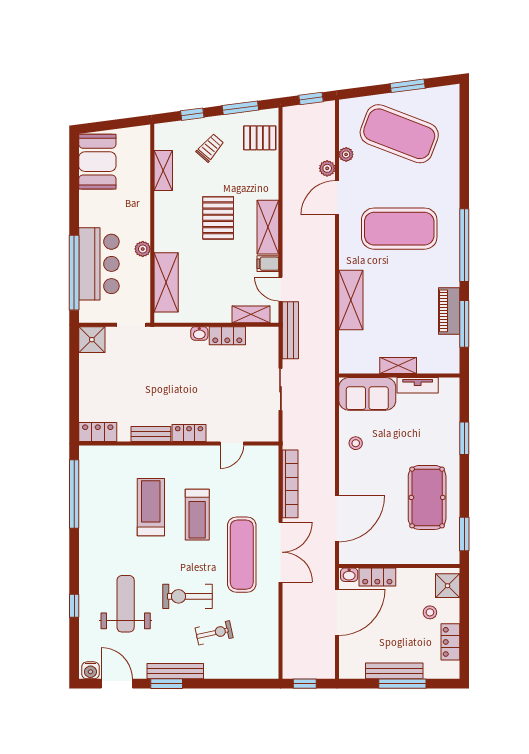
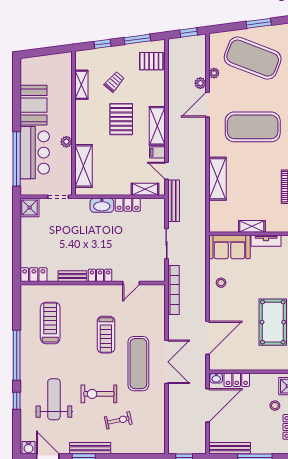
trolley: (210, 148) -> (114, 82), moved
booth: (97, 162) -> (34, 105), moved
washbasin: (199, 333) -> (102, 205), width x1.91, depth x1.45
bookcase: (290, 484) -> (173, 290), moved
window: (74, 494) -> (17, 355), moved
treadmill: (151, 507) -> (50, 323), moved
bench: (394, 671) -> (230, 448), moved

